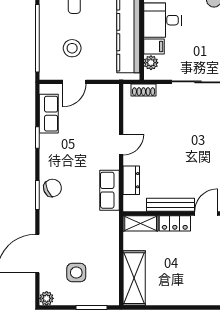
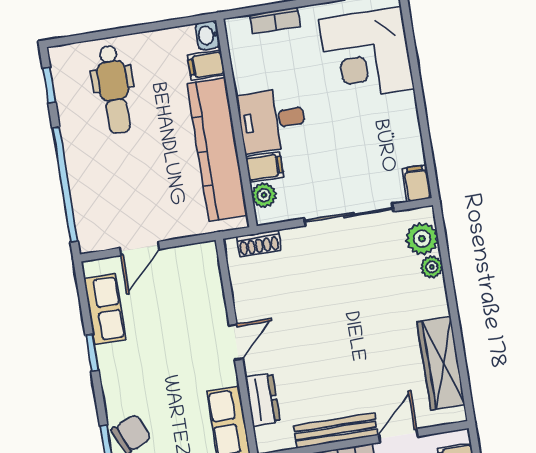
stool: (72, 48) -> (126, 192), removed

